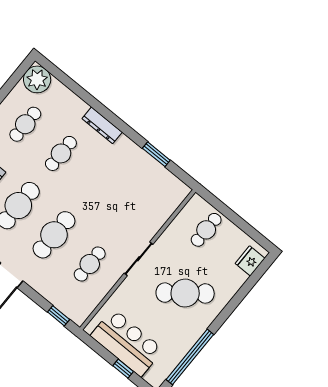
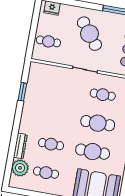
plant: (37, 79) -> (20, 168), moved
dresser: (102, 125) -> (20, 146), moved

